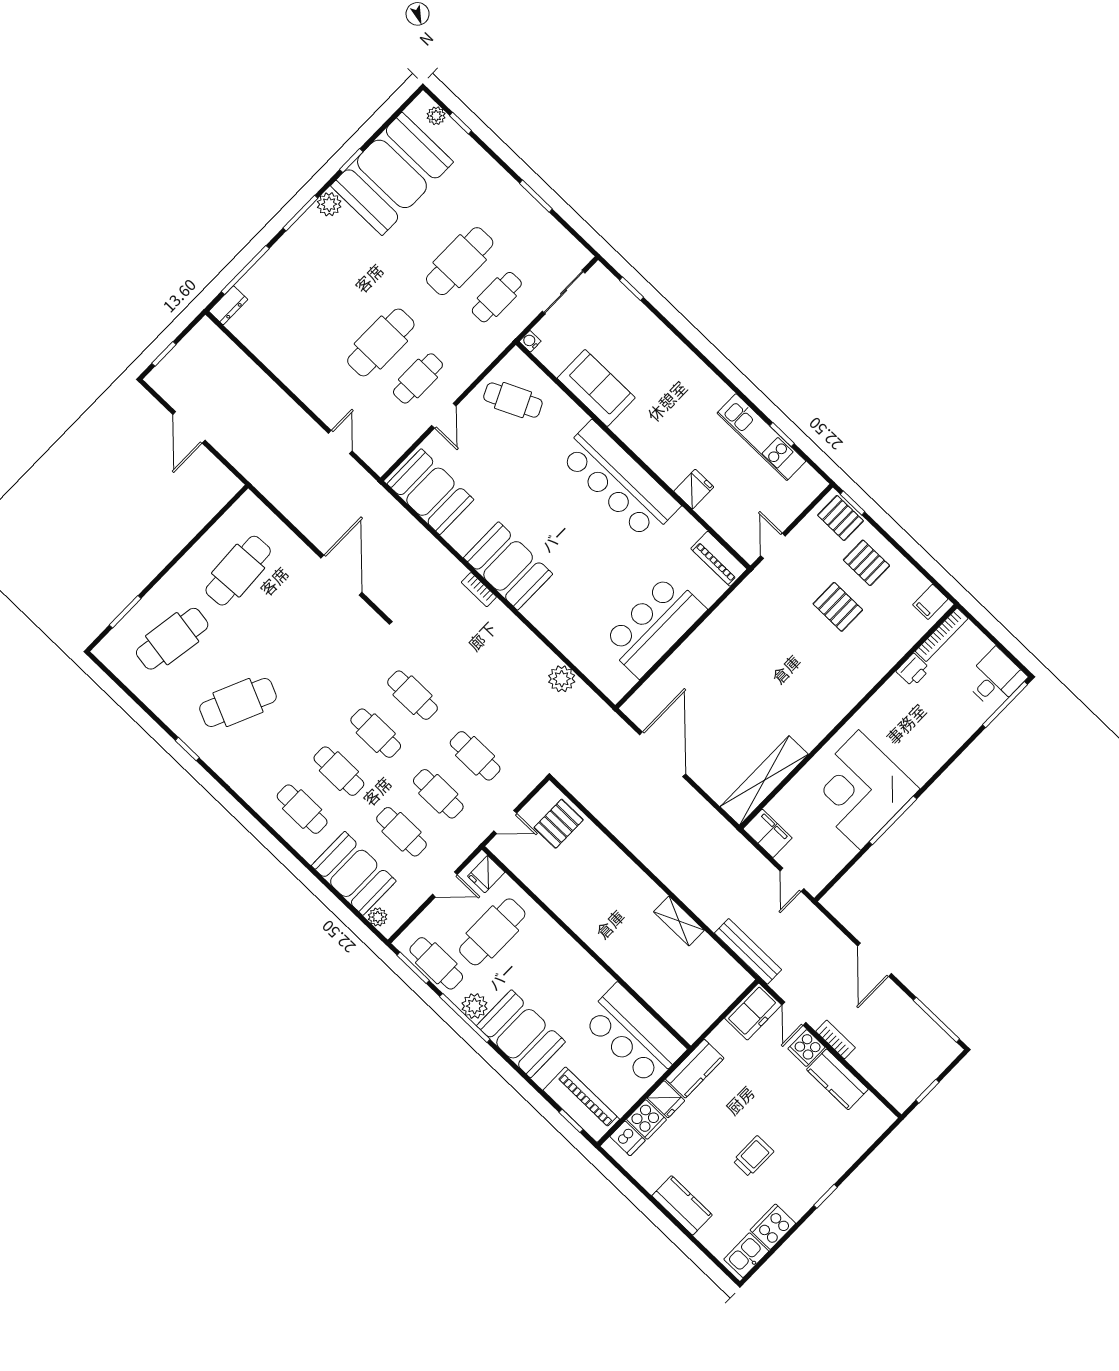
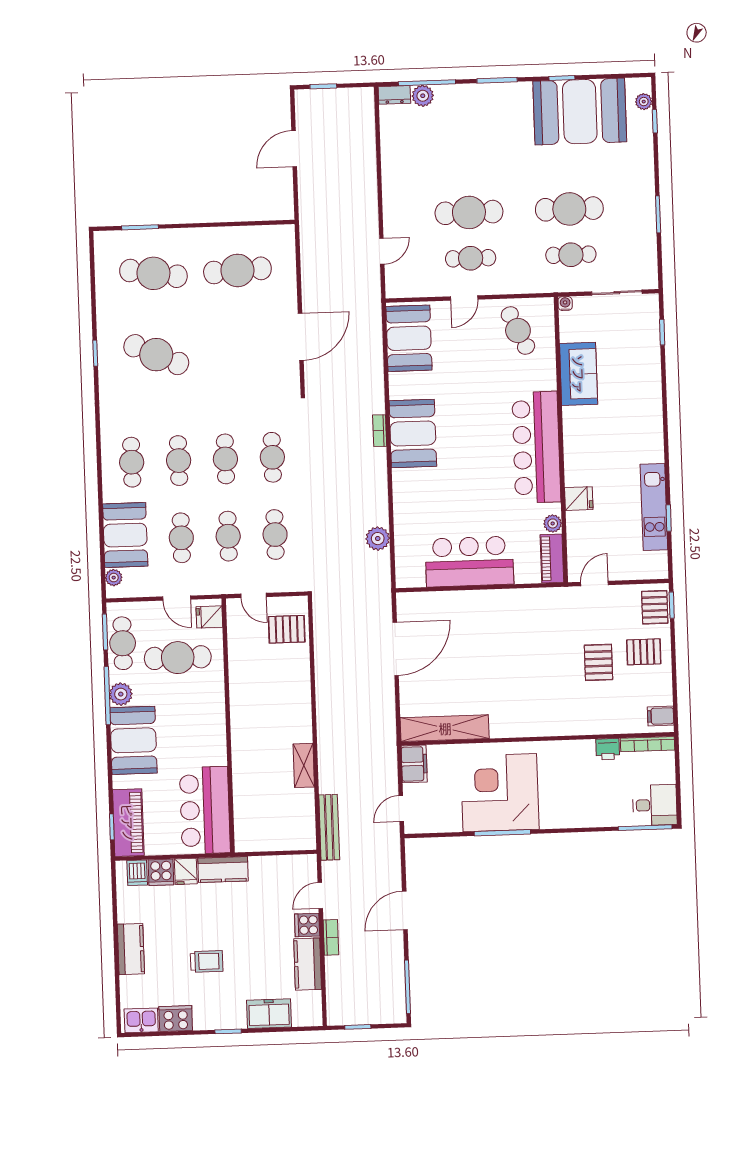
plant: (329, 204) -> (423, 96), moved
plant: (692, 530) -> (553, 523), added
pallet: (866, 563) -> (644, 652), turned 90
freezer: (753, 1012) -> (269, 1014), moved, turned 180

